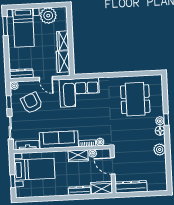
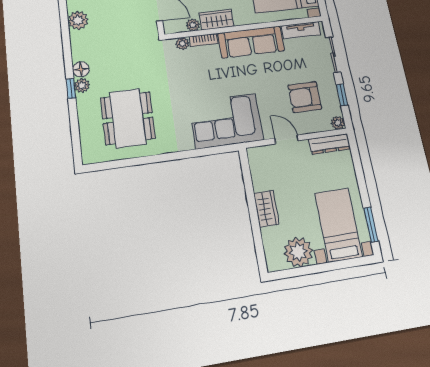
wardrobe: (63, 62) -> (261, 171), removed
armchair: (32, 103) -> (305, 97), turned 113
plant: (160, 149) -> (78, 20), moved

